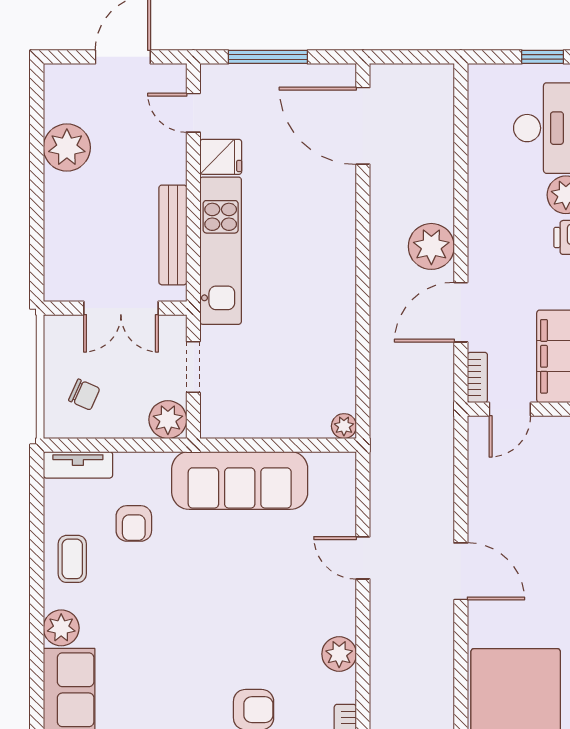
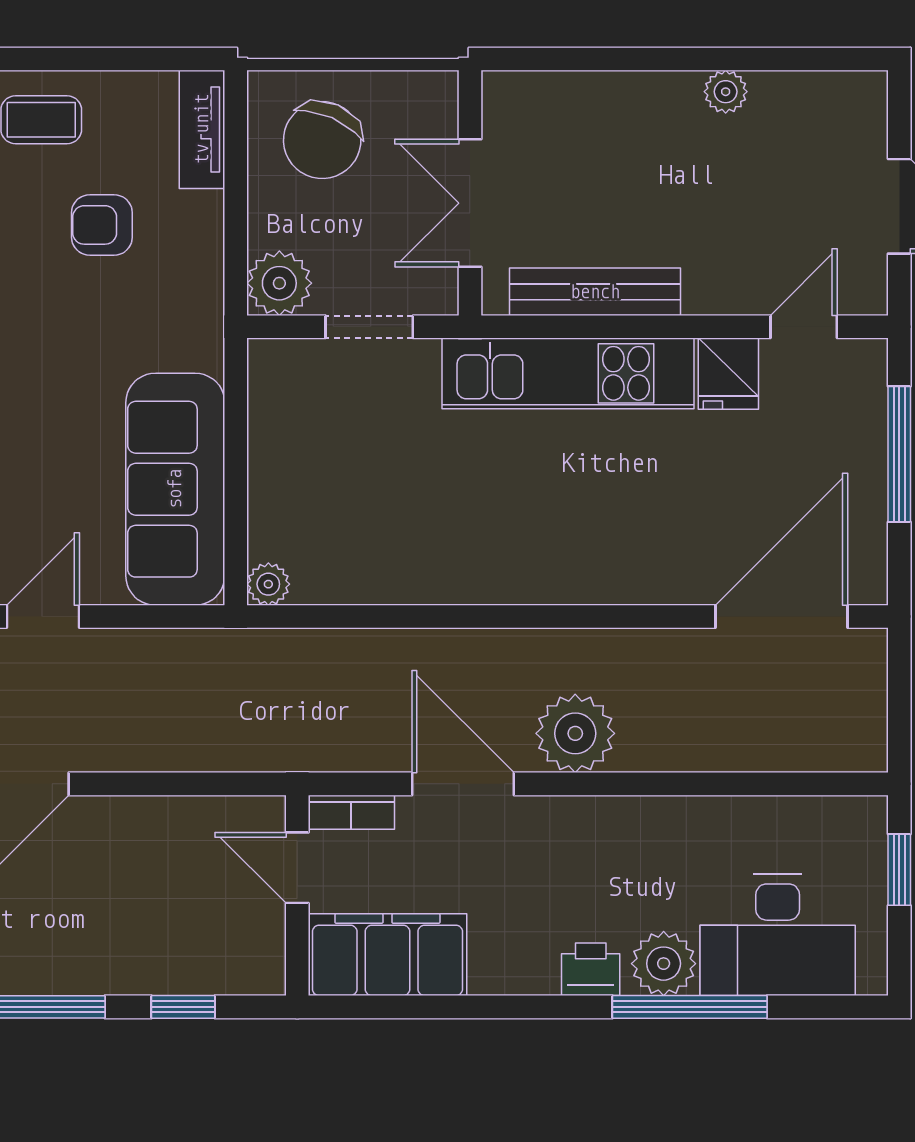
window: (543, 57) -> (899, 870), moved
plant: (67, 148) -> (726, 92), width x0.53, depth x0.53
chair: (84, 395) -> (322, 140), width x1.87, depth x1.87
sofa: (240, 480) -> (175, 489), moved

